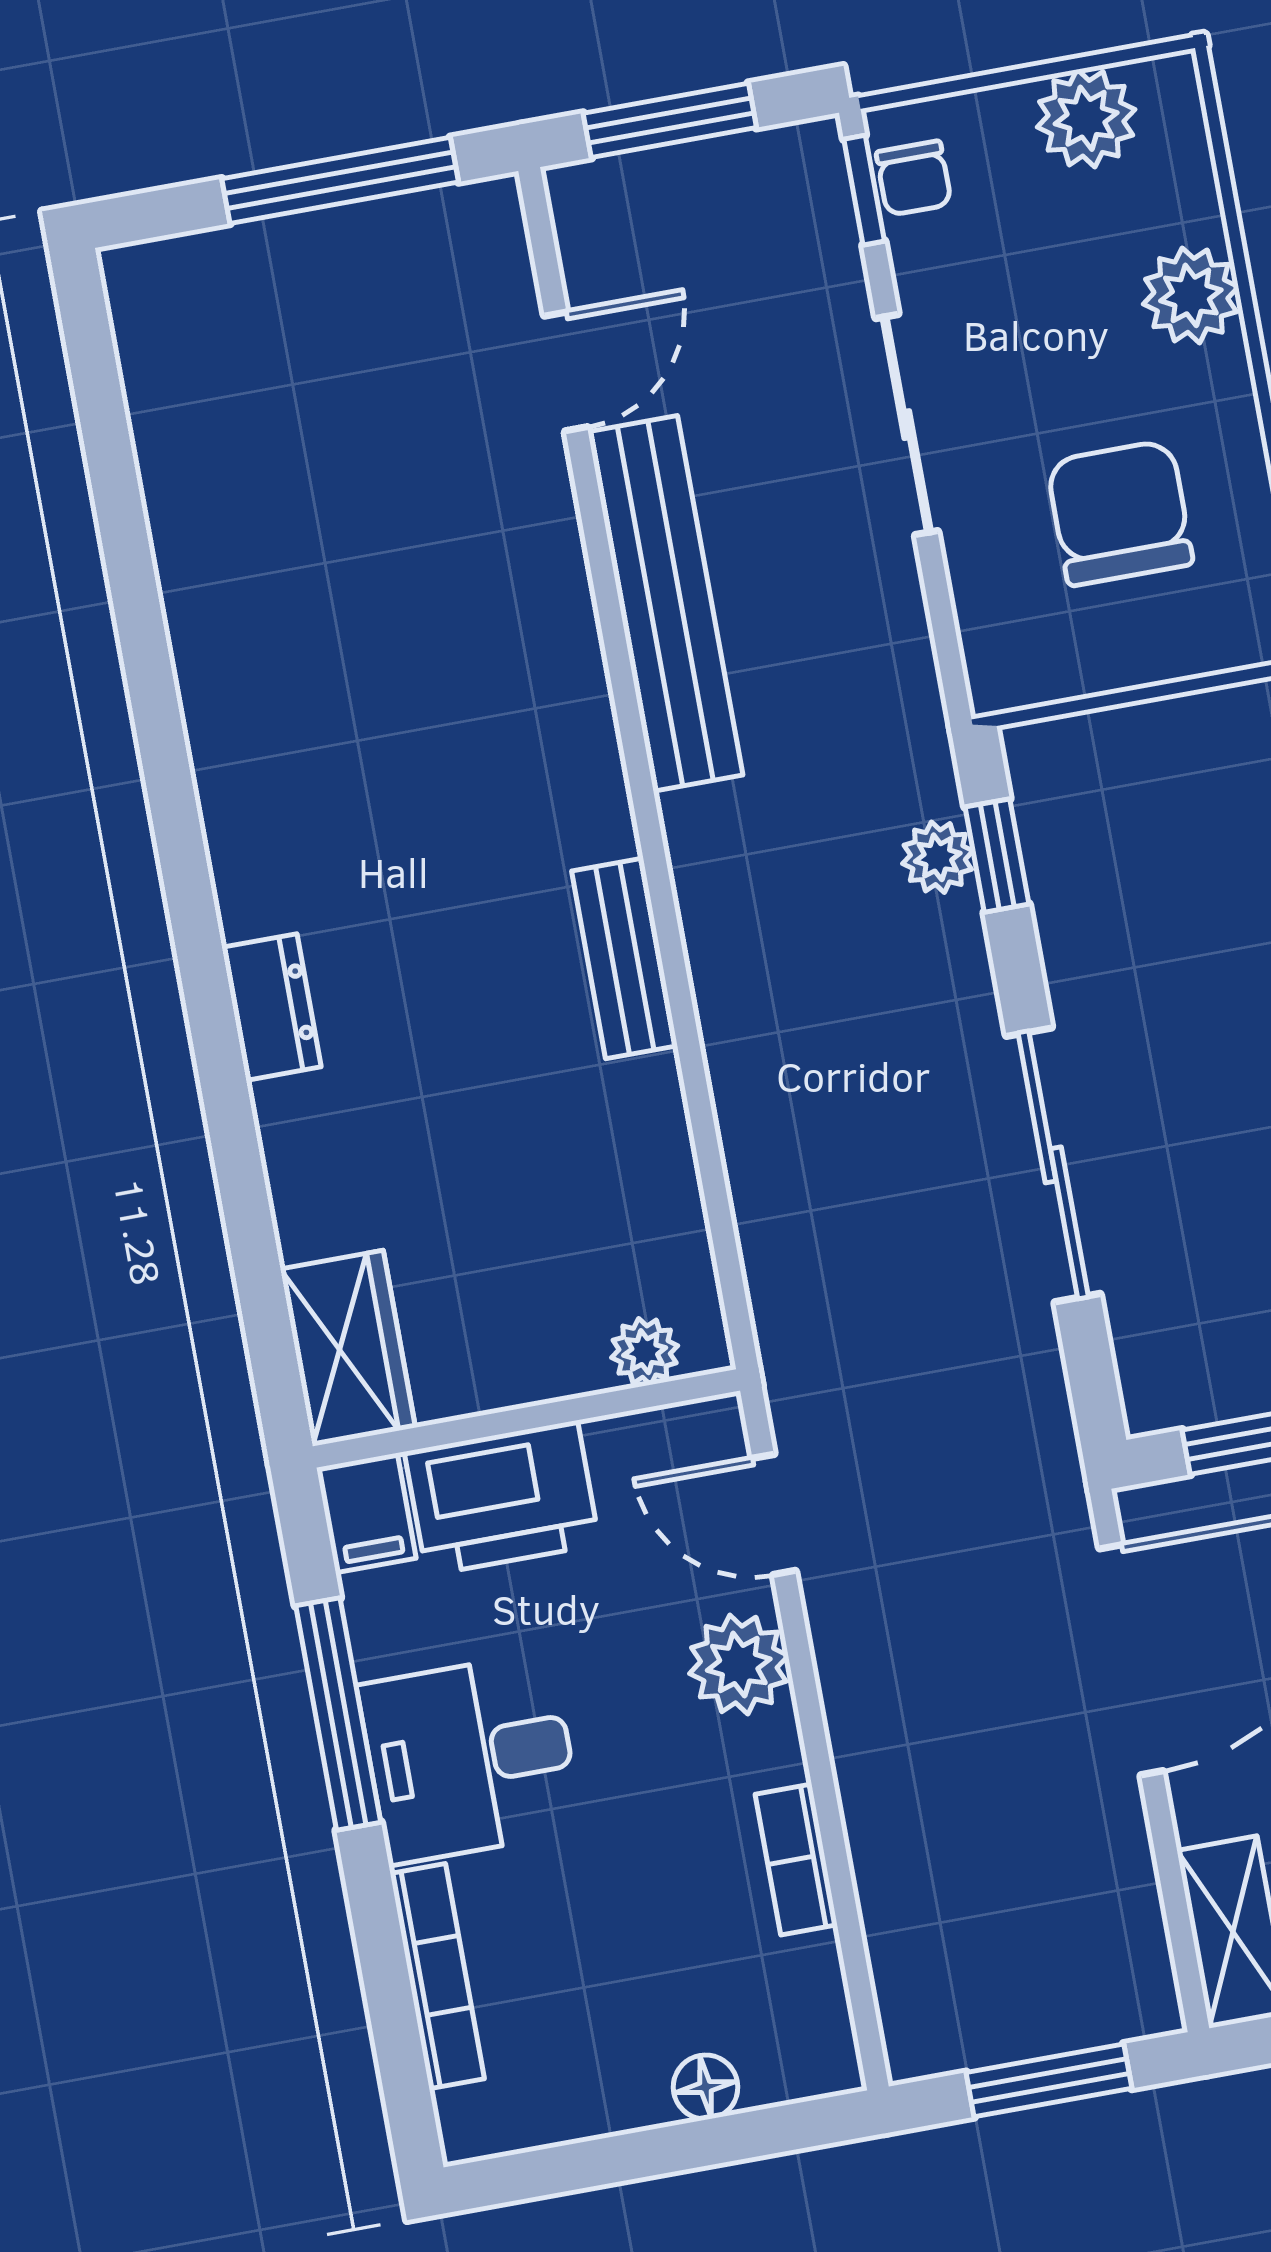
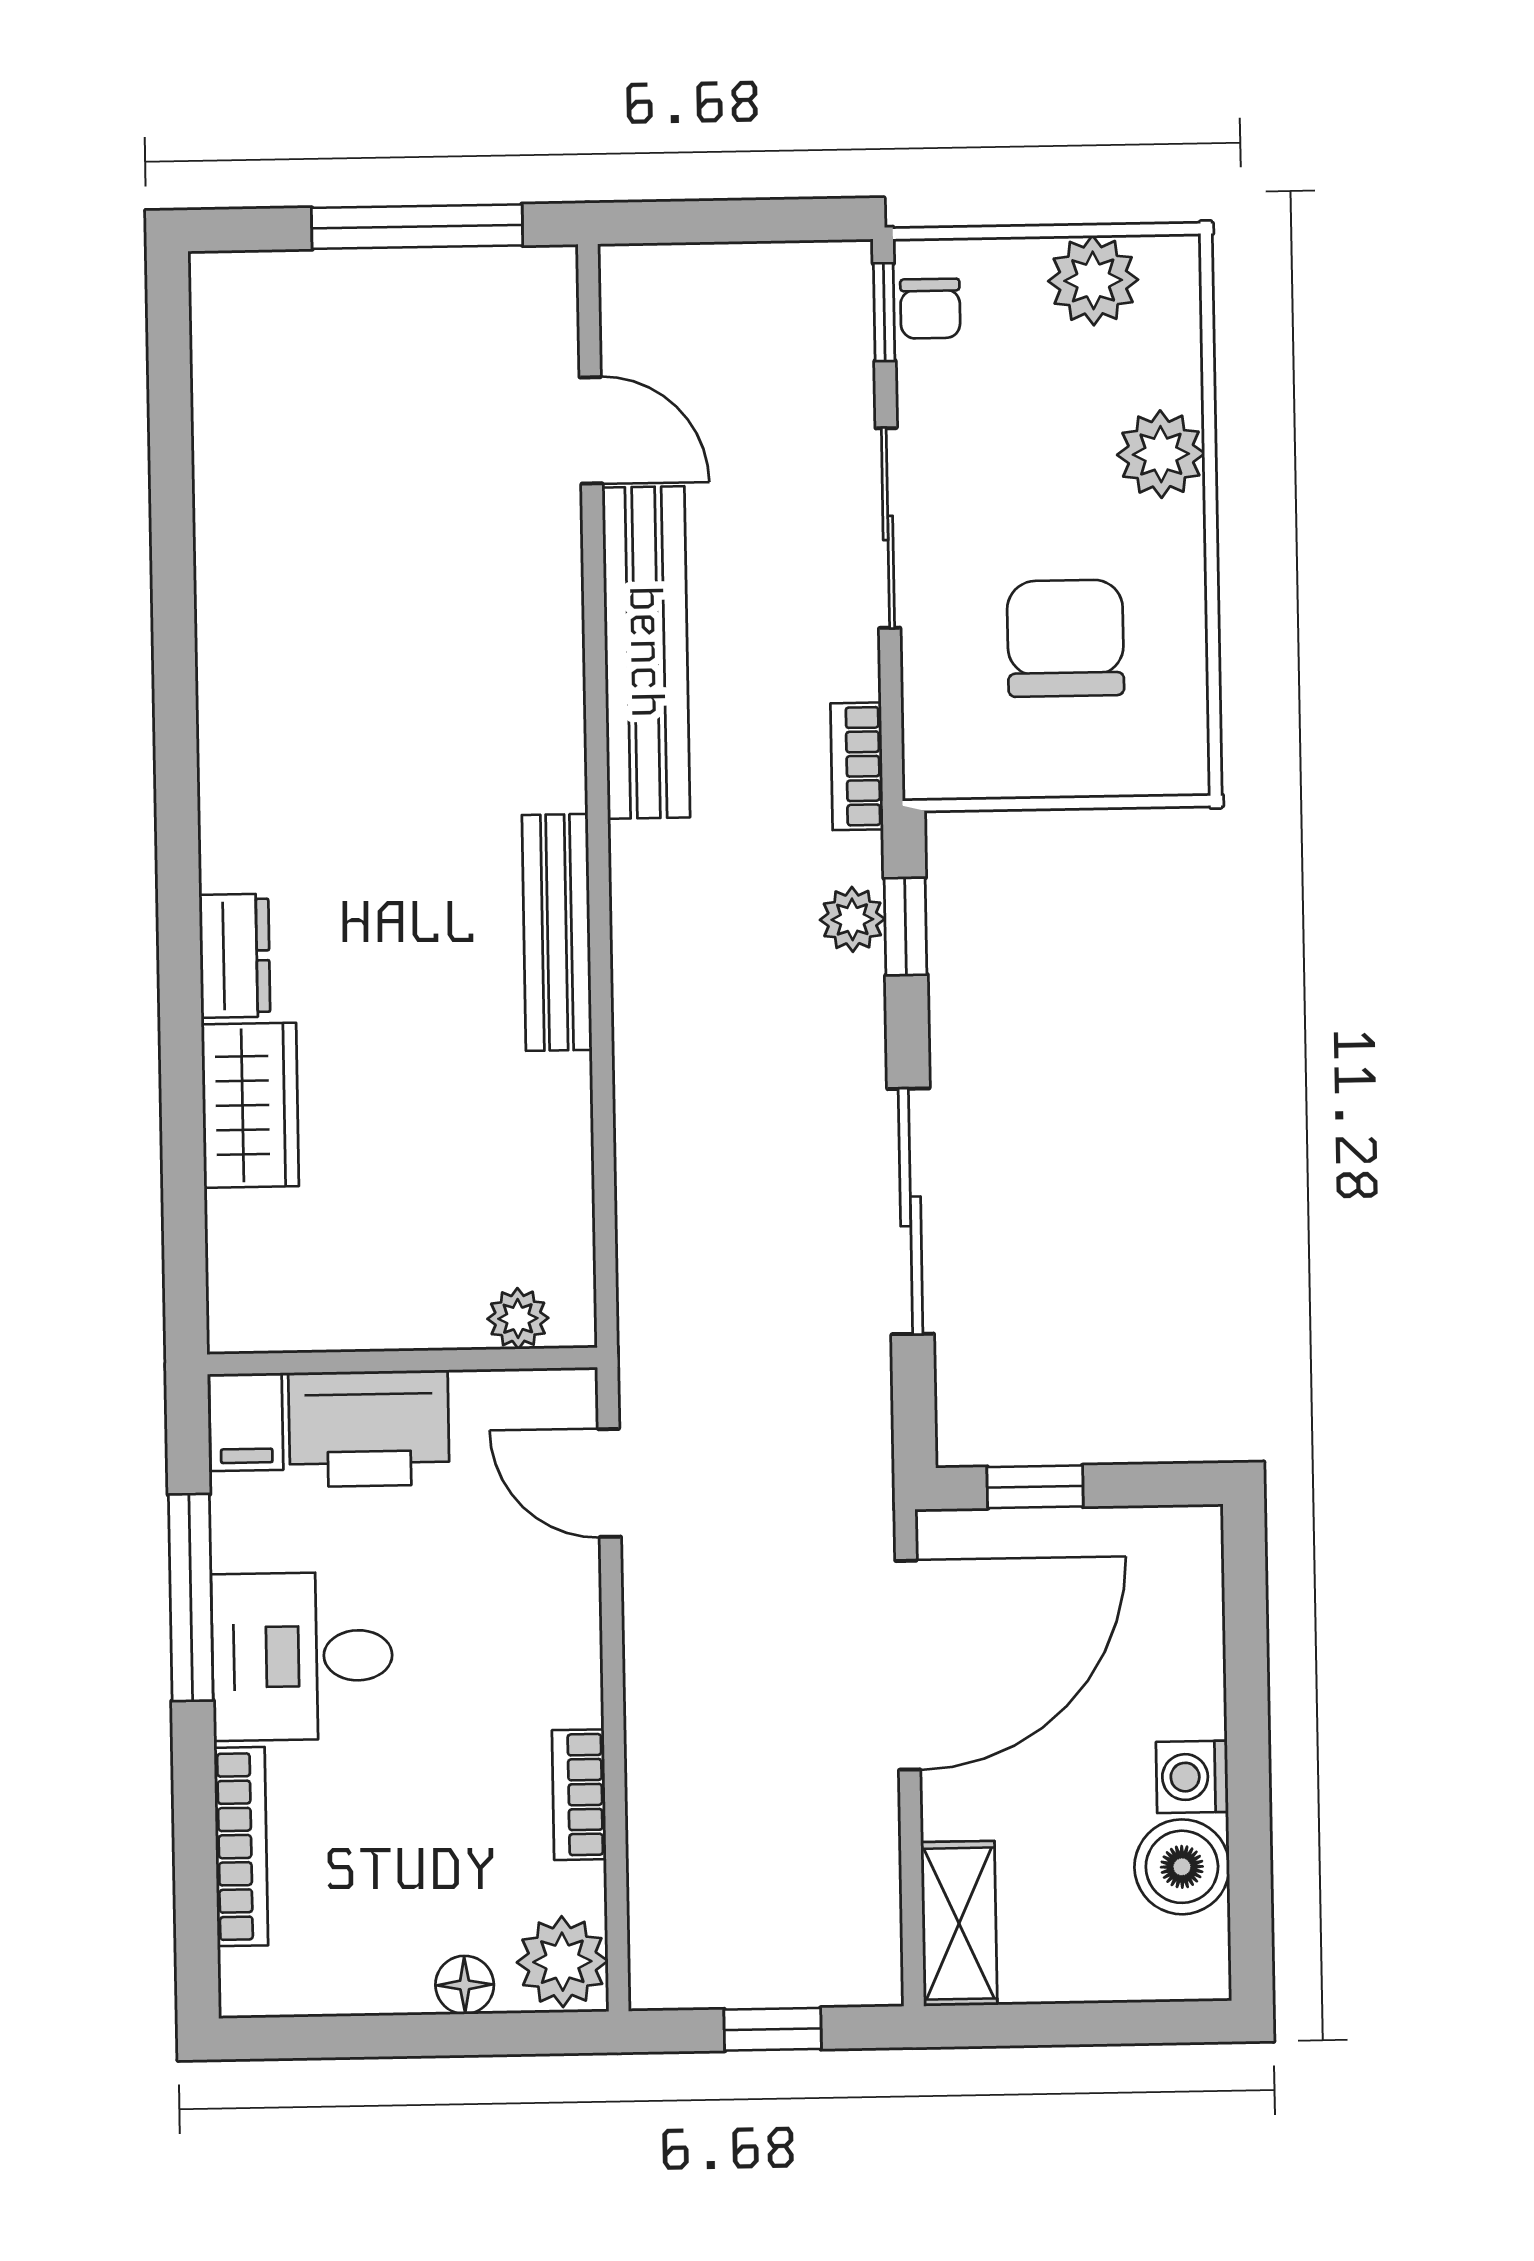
window: (670, 120) -> (721, 221), removed
door: (566, 371) -> (591, 430), hinge flipped
bookcase: (915, 690) -> (857, 766), added
bench: (625, 958) -> (557, 932), width x1.36
wardrobe: (348, 1348) -> (250, 1105), moved
plant: (739, 1665) -> (562, 1962), moved
window: (1049, 2080) -> (773, 2029), width x0.67

